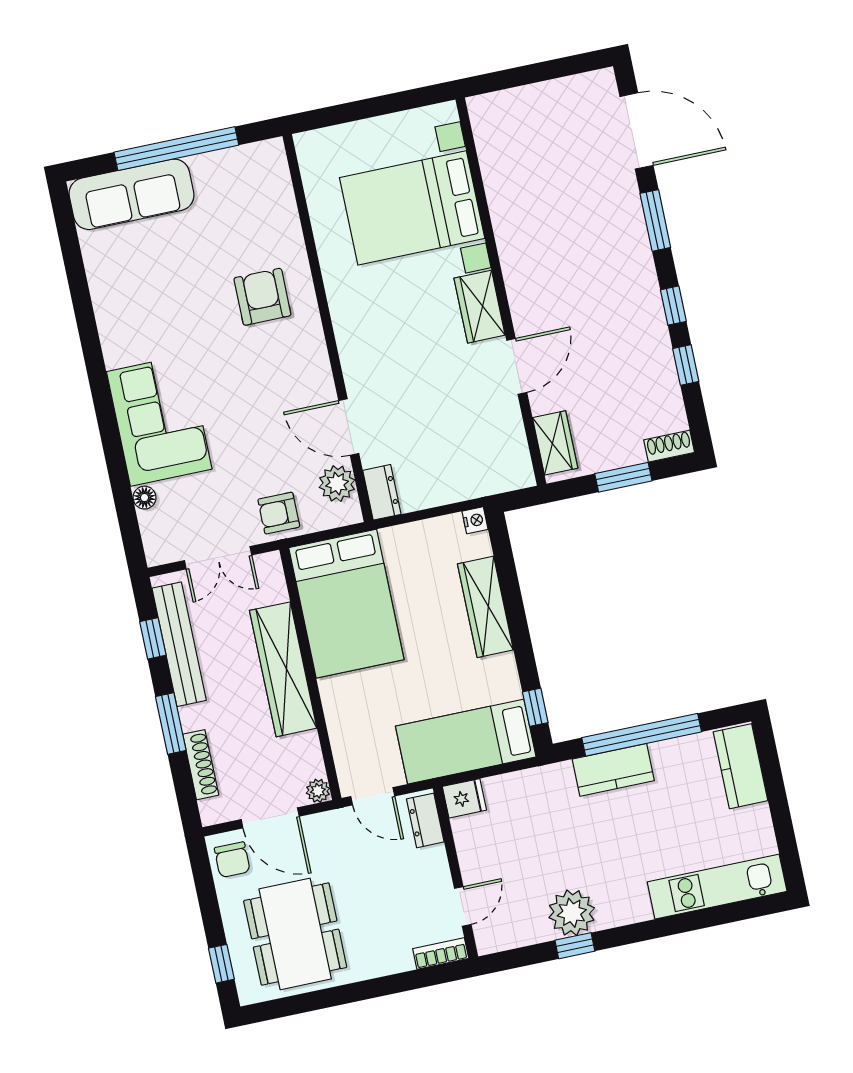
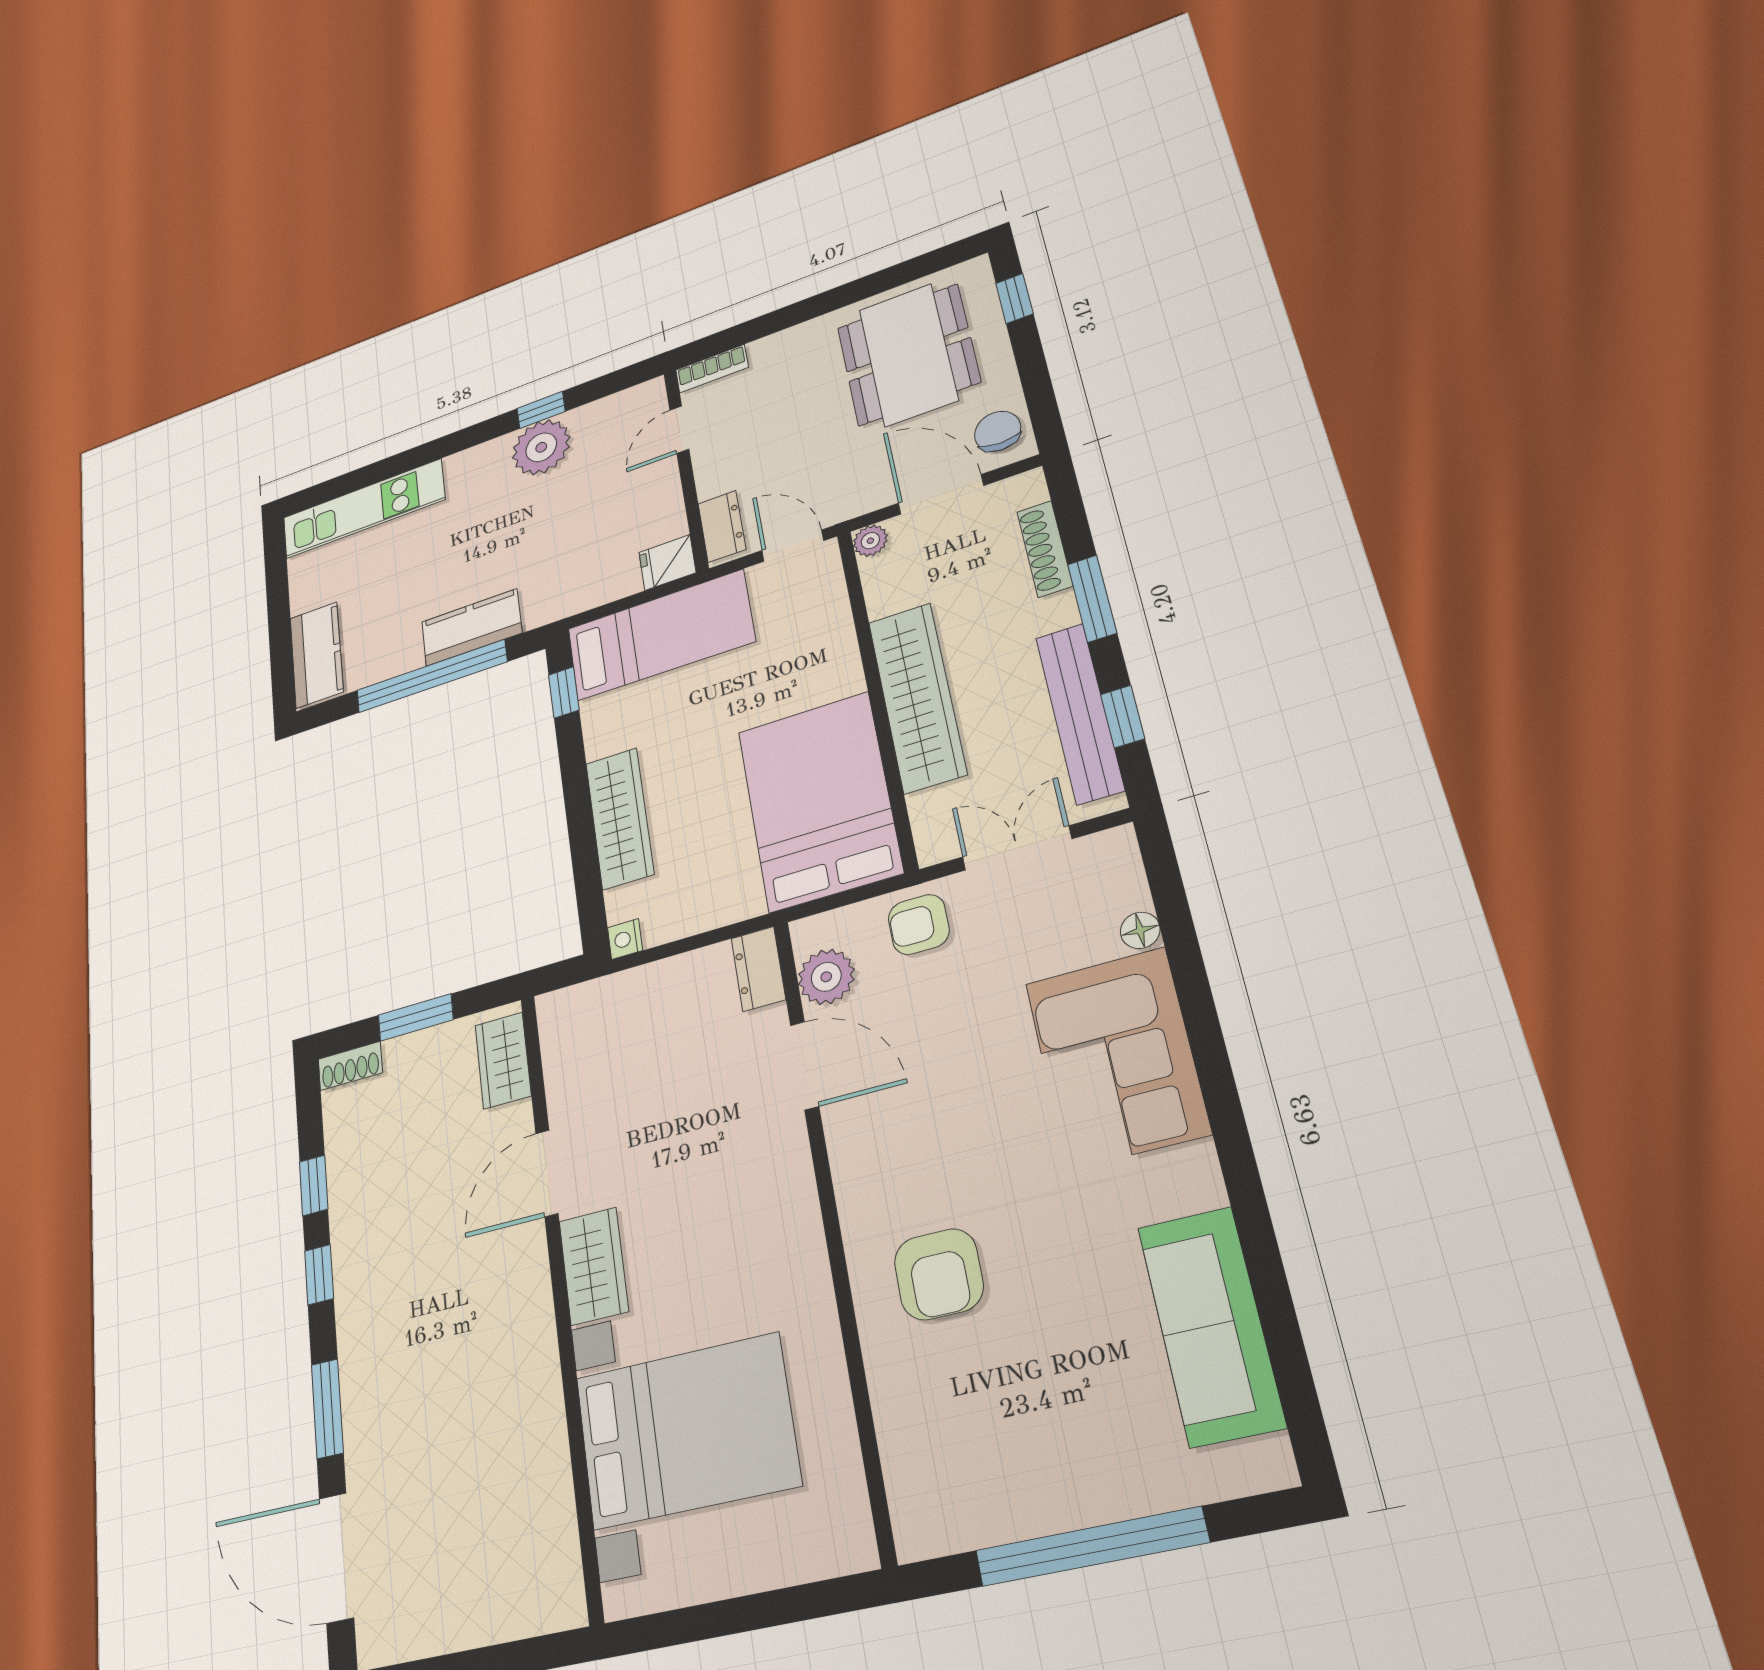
sofa: (132, 194) -> (1211, 1326), moved, turned -90
armchair: (279, 513) -> (919, 924), turned 180

